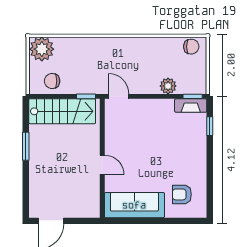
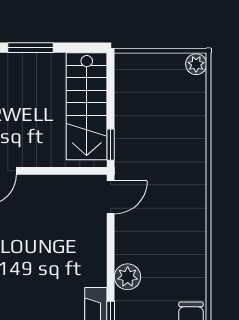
plant: (42, 49) -> (196, 64), width x0.53, depth x0.53
chair: (52, 81) -> (135, 90), removed

